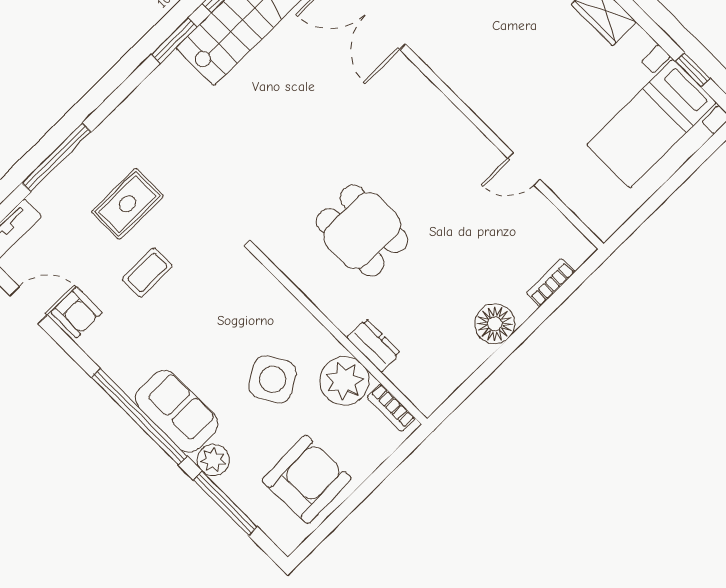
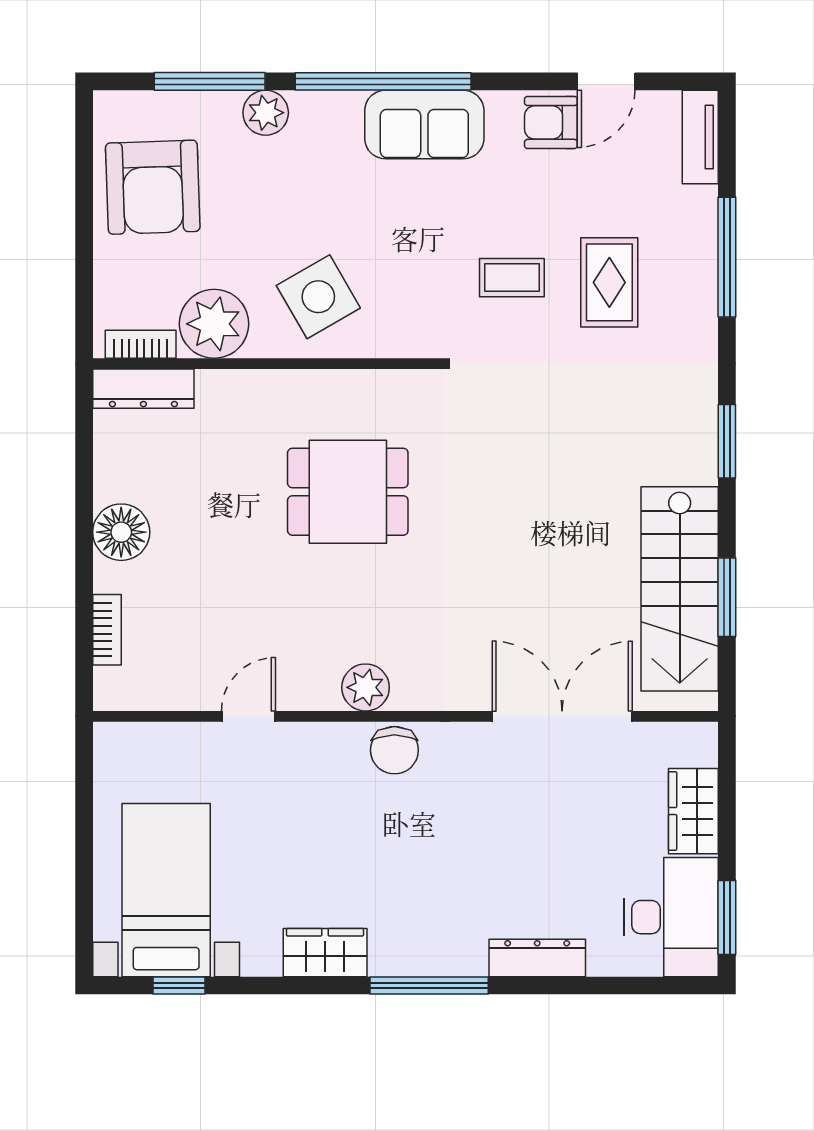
window: (174, 41) -> (727, 441), moved
chair: (468, 79) -> (394, 750), added
plant: (451, 125) -> (366, 687), added
coffee table: (147, 273) -> (512, 278), moved, turned 90
dresser: (374, 345) -> (143, 389), moved, width x1.44
side table: (273, 379) -> (318, 297), moved
sofa: (177, 411) -> (424, 125), moved

